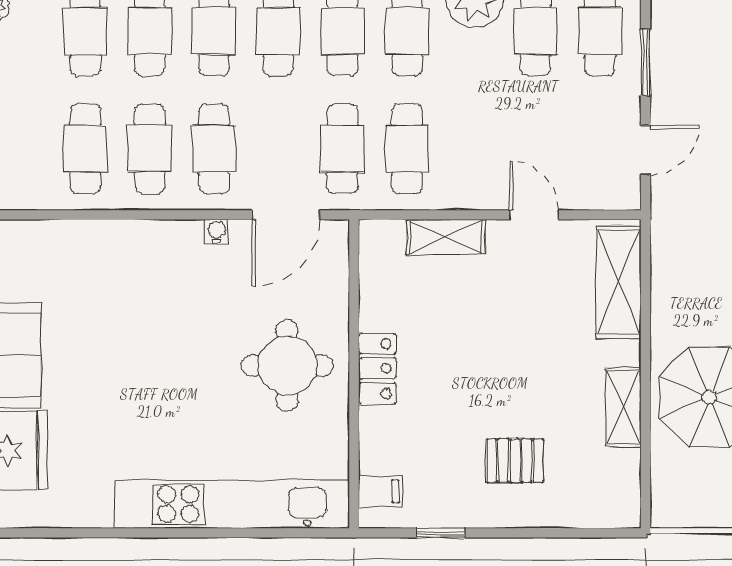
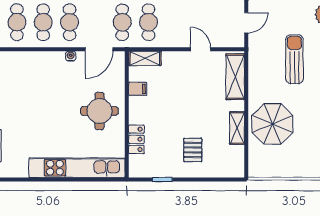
shelving: (446, 237) -> (145, 58), moved
locker: (377, 368) -> (136, 139), moved
pallet: (515, 461) -> (193, 150), turned 90
filing cabinet: (380, 491) -> (138, 89), moved

